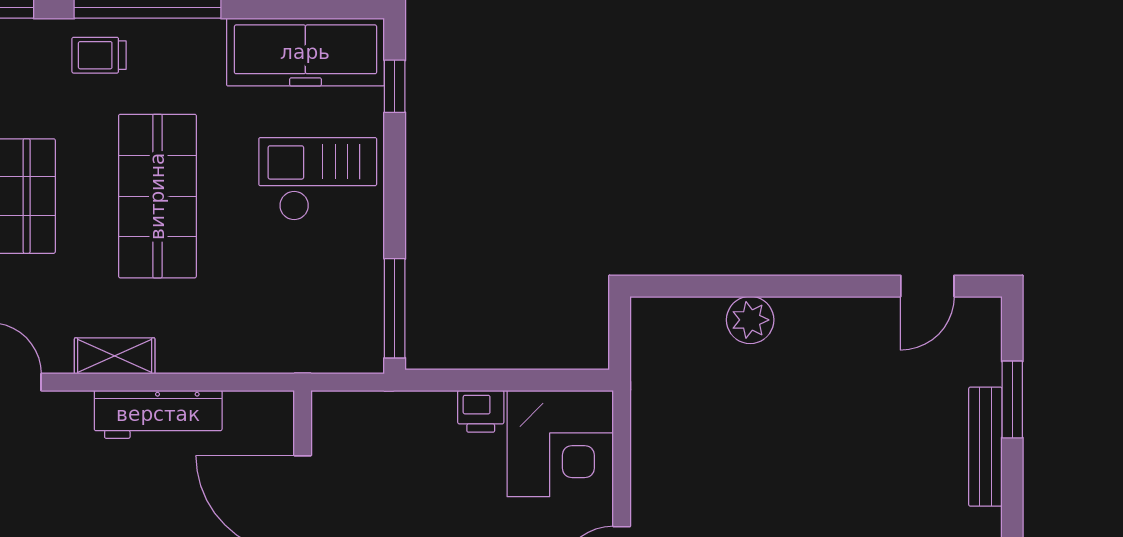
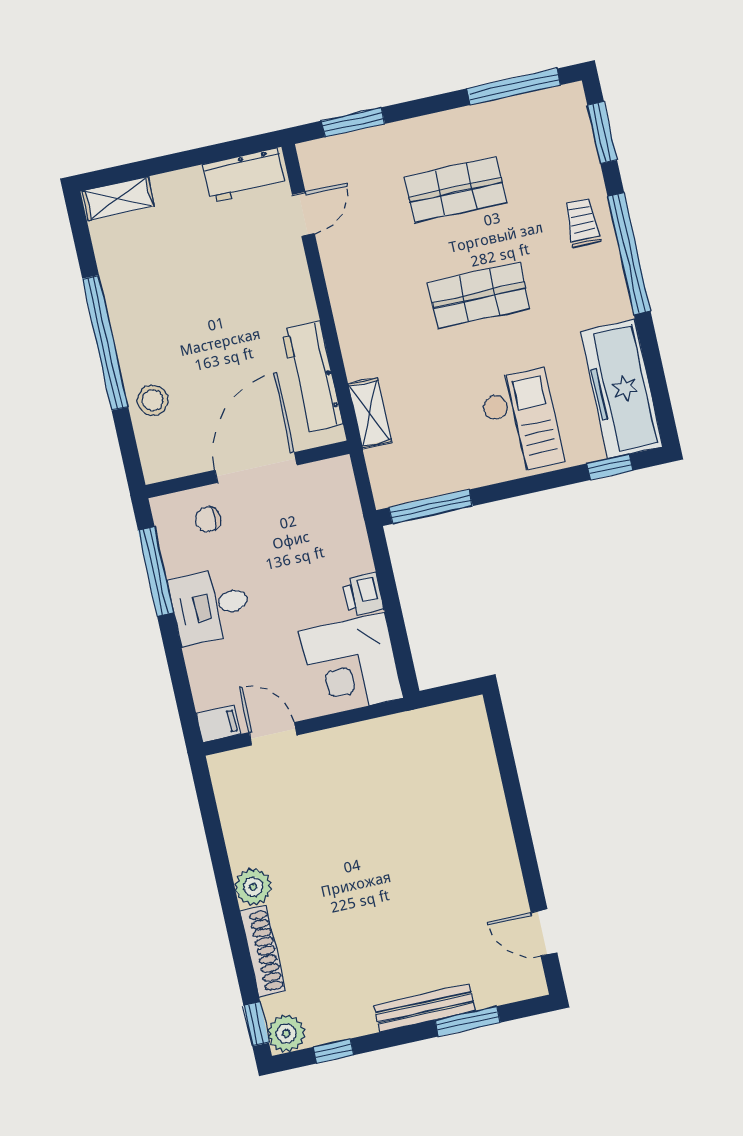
shop shelf: (157, 196) -> (479, 295), width x0.70, depth x0.74
plant: (750, 320) -> (485, 796), removed
shelving: (115, 356) -> (370, 413), moved
workbench: (158, 414) -> (312, 377), moved

